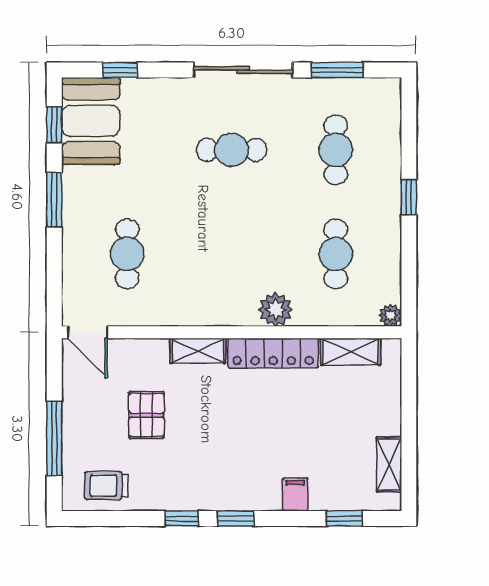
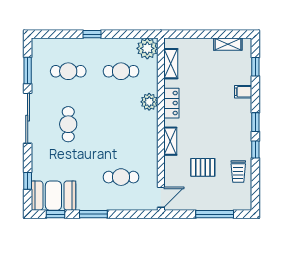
plant: (390, 315) -> (147, 48), width x1.88, depth x1.88
locker: (273, 353) -> (171, 103), width x0.66
trolley: (106, 486) -> (238, 171), moved

